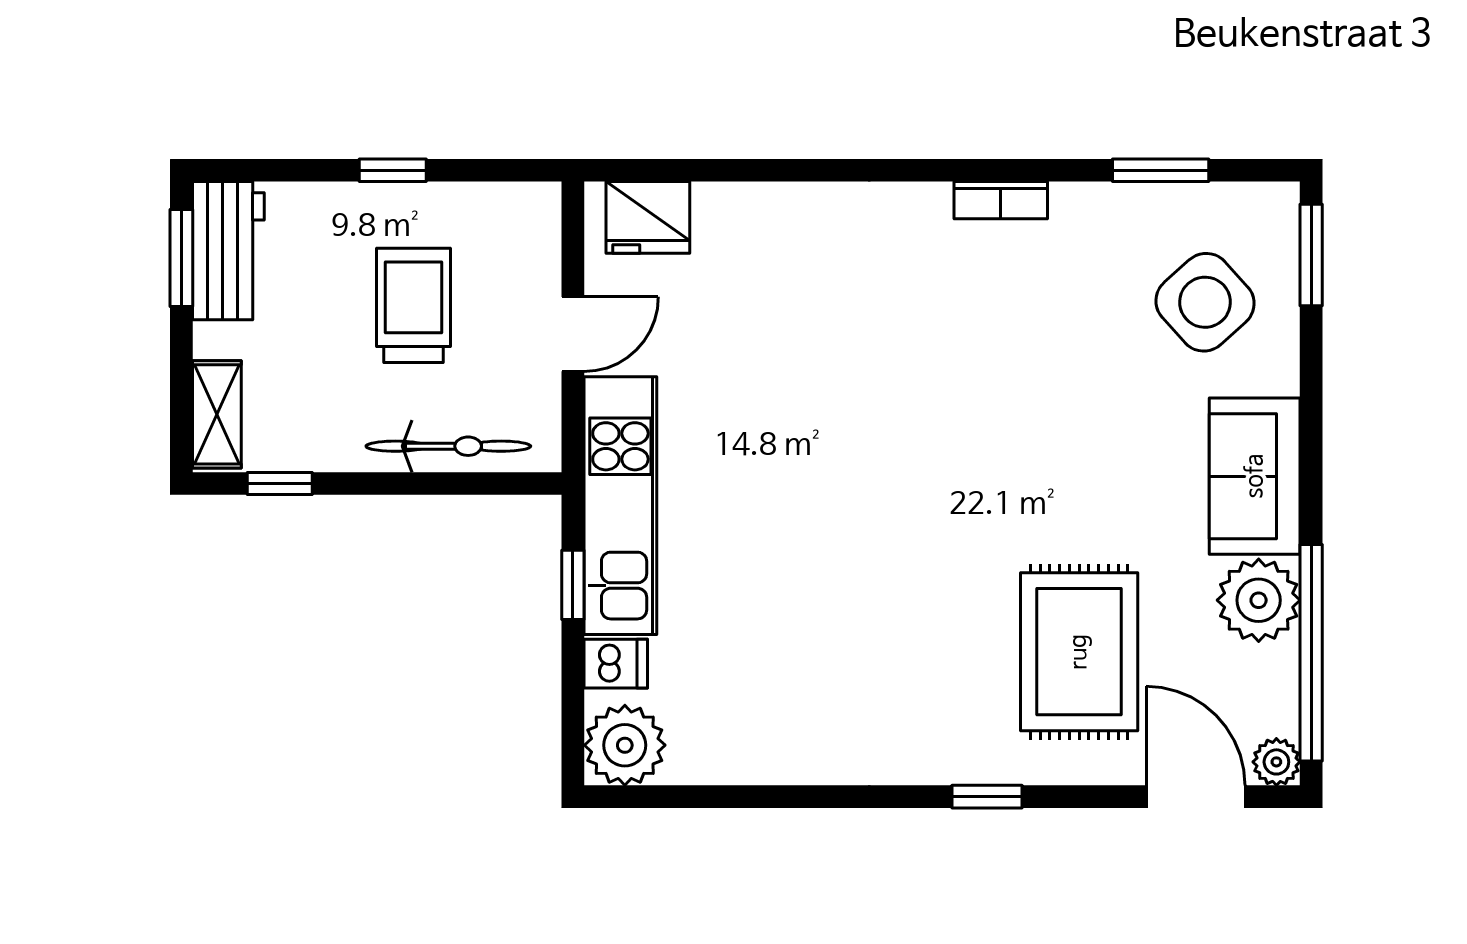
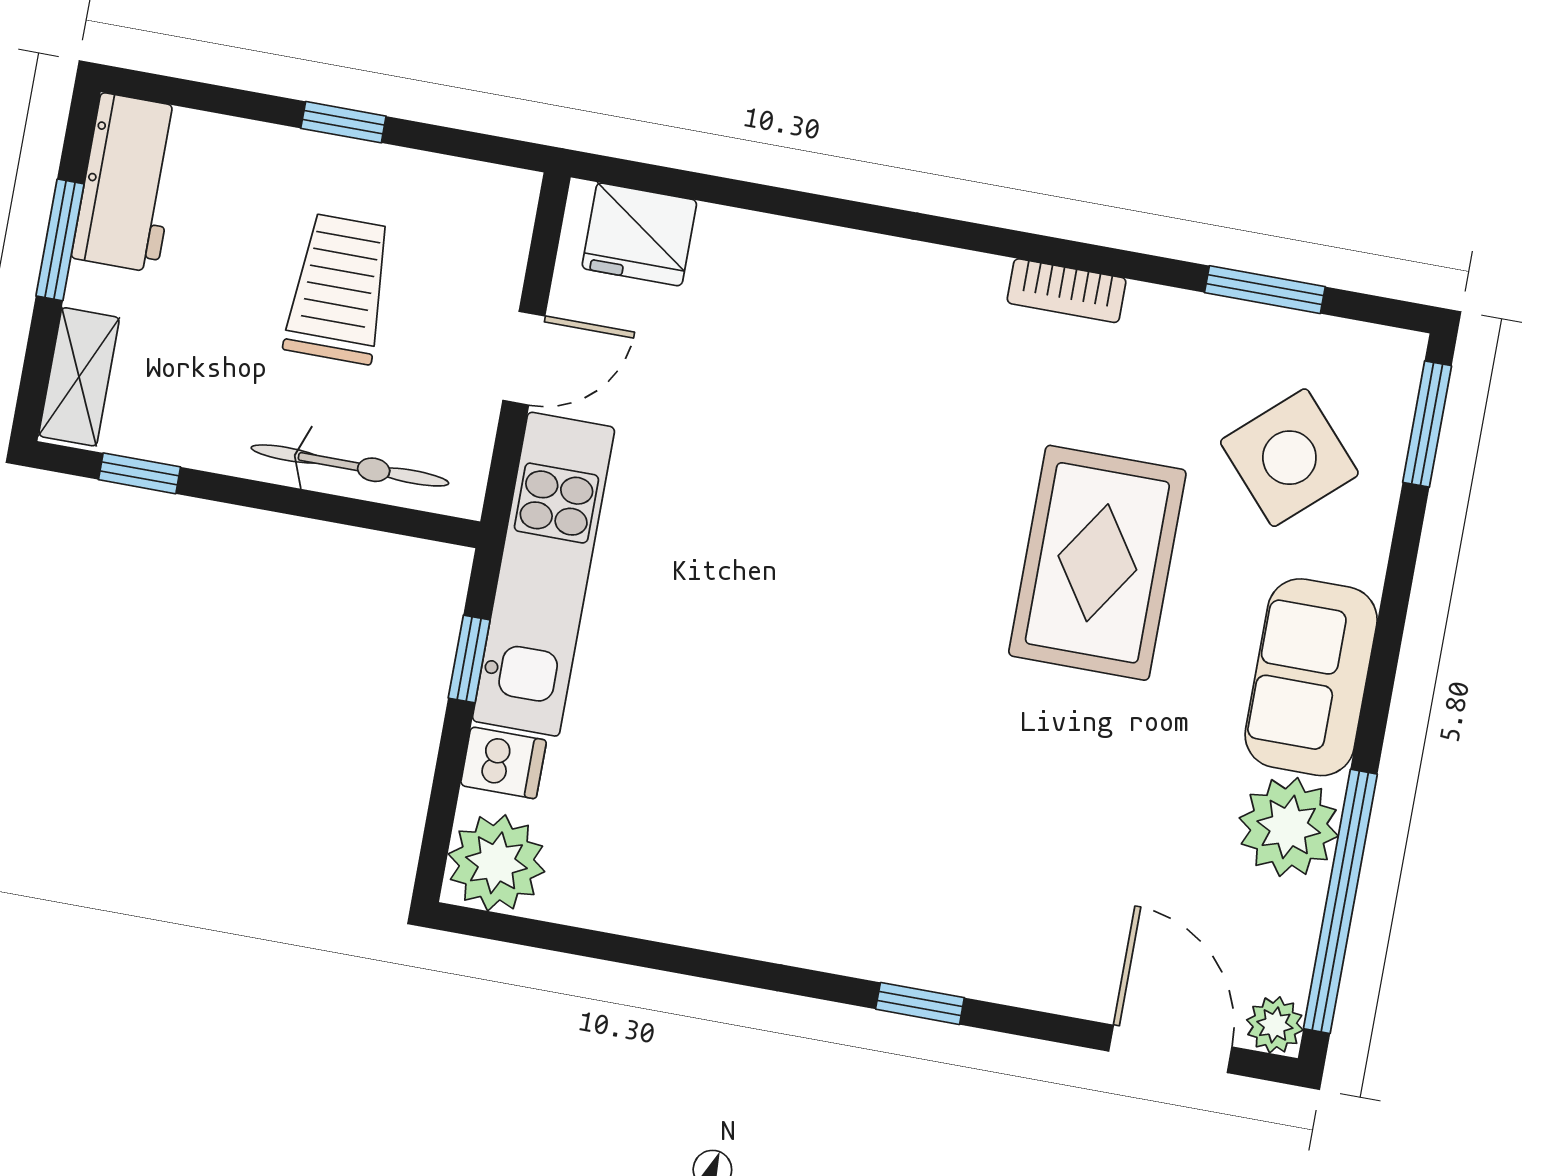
window: (181, 258) -> (60, 240), moved
rug: (1079, 652) -> (1097, 563), moved

